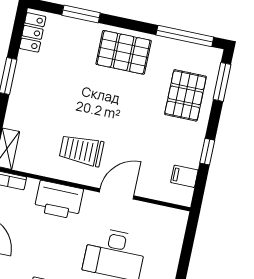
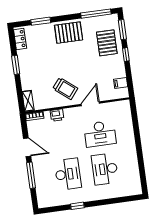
trolley: (81, 150) -> (65, 89), turned -141
window: (207, 152) -> (126, 54), moved
printer: (59, 200) -> (57, 115), width x0.53, depth x0.68

